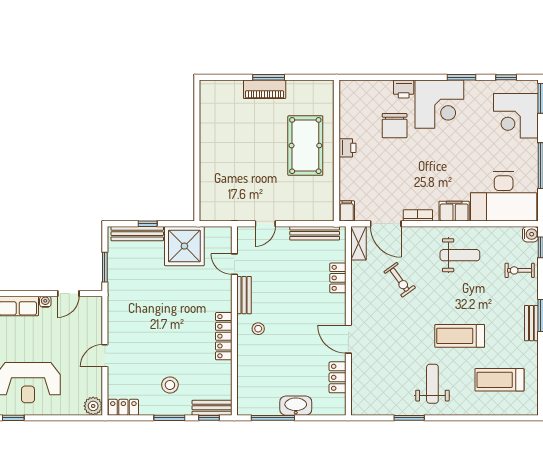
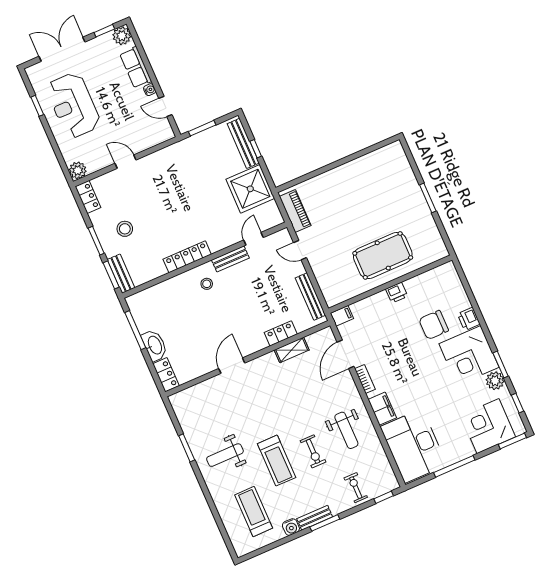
piano: (265, 89) -> (295, 211), moved, turned 180
plant: (475, 90) -> (495, 381), added
water cooler: (530, 234) -> (291, 527), moved
shelving: (359, 243) -> (292, 350), moved
exercise bike: (400, 280) -> (313, 451), moved, turned -54
treadmill: (460, 336) -> (277, 461), turned 180
locker: (338, 377) -> (166, 375), moved, turned 90
weight bench: (432, 384) -> (225, 455), turned 180
window: (209, 418) -> (111, 275), width x1.50

